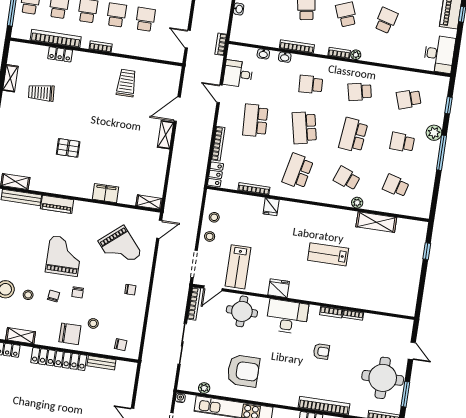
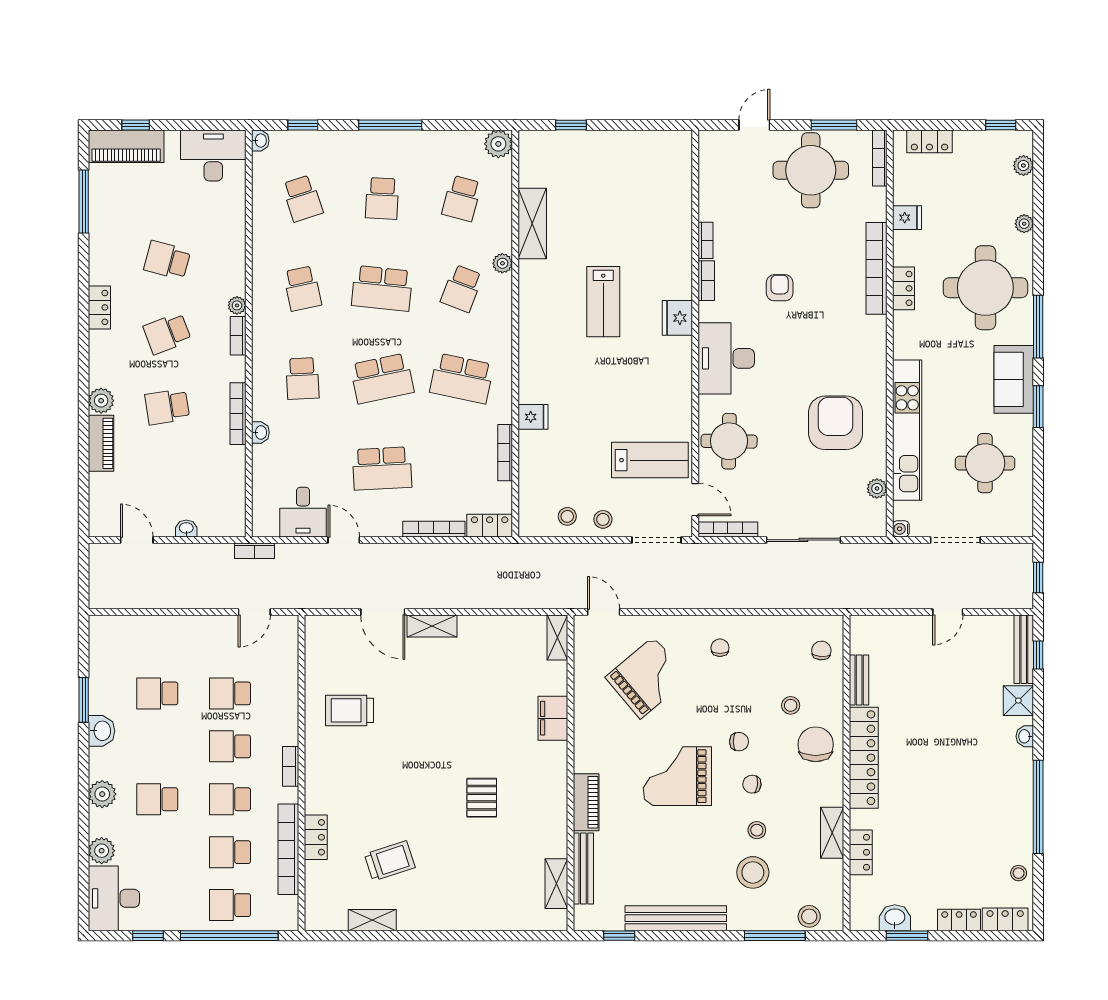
washbasin: (263, 54) -> (260, 140), moved
trolley: (41, 93) -> (390, 861), turned -104
door: (220, 94) -> (344, 540), swing flipped
plant: (434, 133) -> (498, 144), moved
fridge: (279, 288) -> (677, 318), moved

